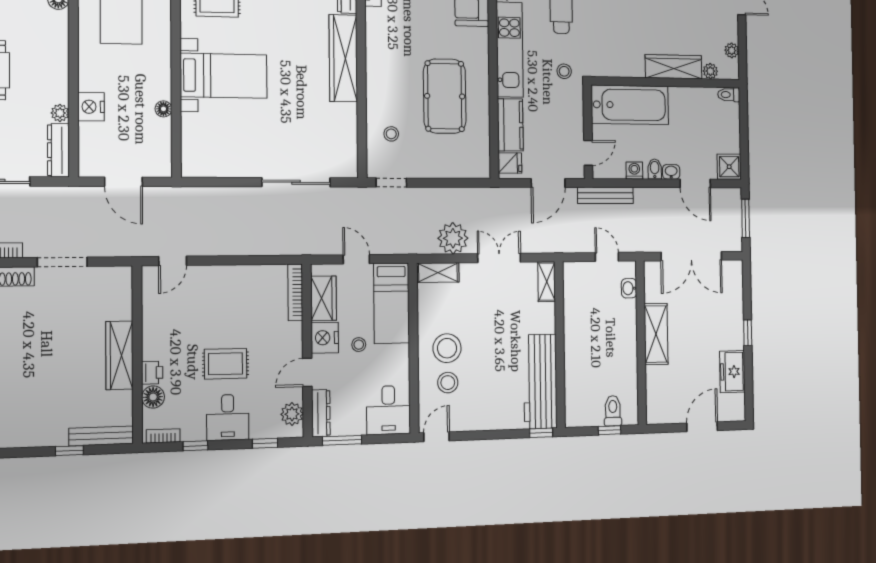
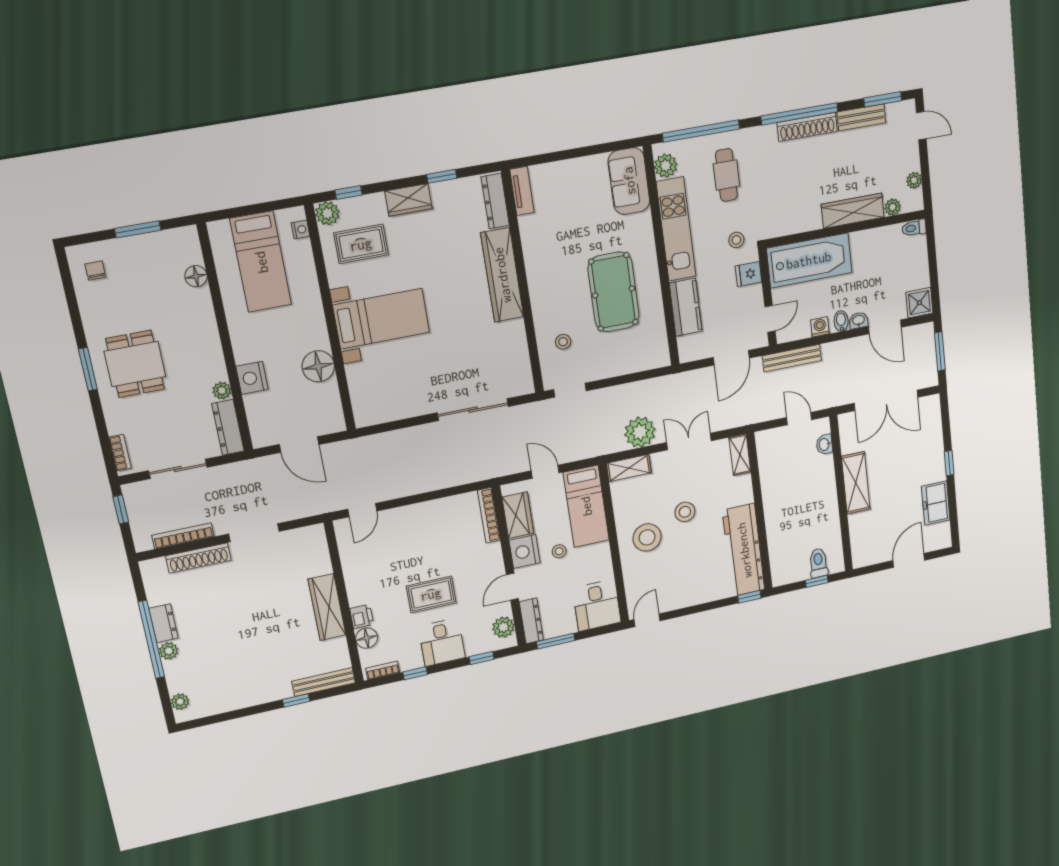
floor lamp: (163, 109) -> (318, 366), width x1.89, depth x1.89
fridge: (510, 163) -> (749, 274), moved, turned 180
stool: (448, 383) -> (685, 512), moved

